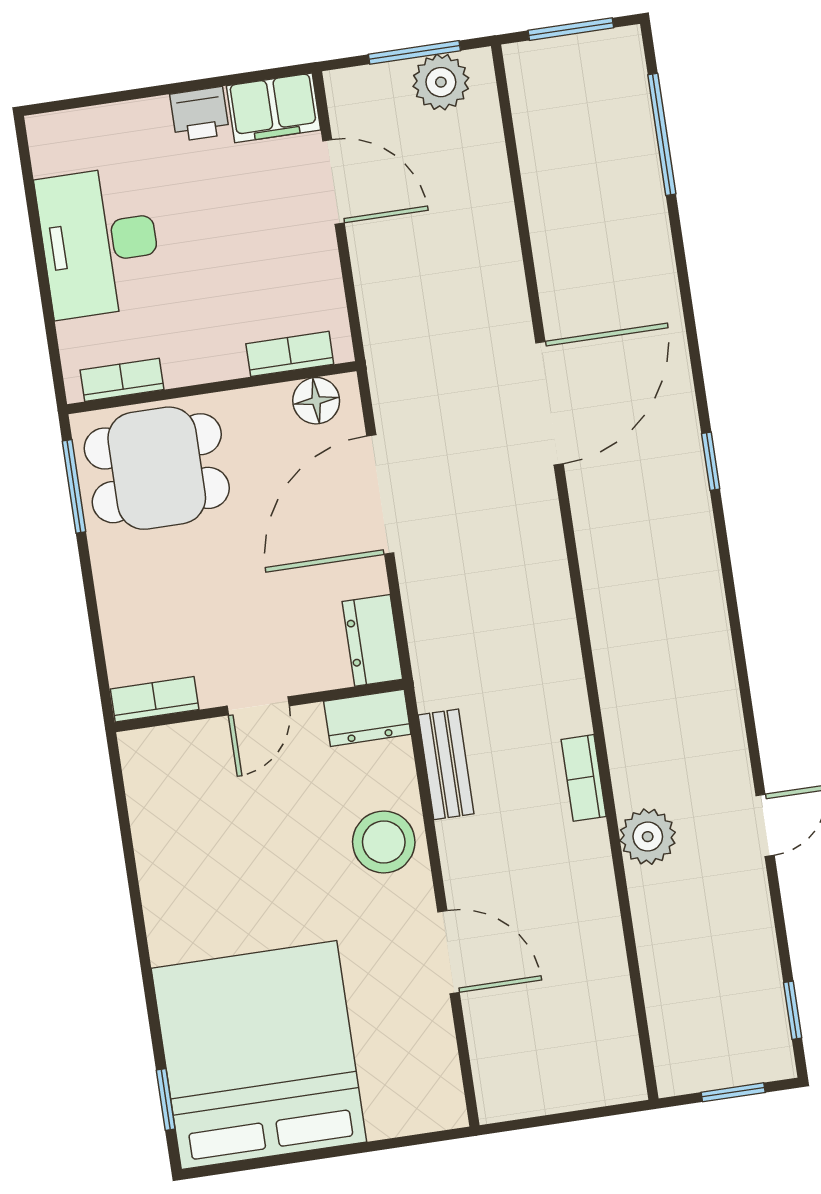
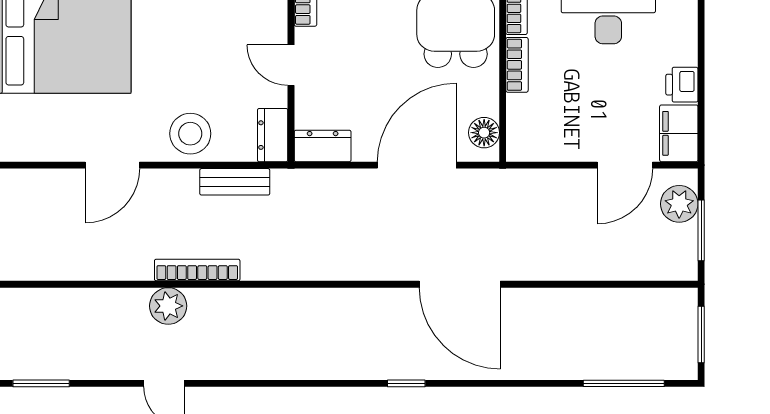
plant: (441, 82) -> (679, 204), moved
bookcase: (290, 354) -> (517, 65), moved
door: (380, 494) -> (417, 165), hinge flipped
bookcase: (584, 778) -> (197, 270), width x1.56
window: (793, 1010) -> (41, 383), width x1.50

